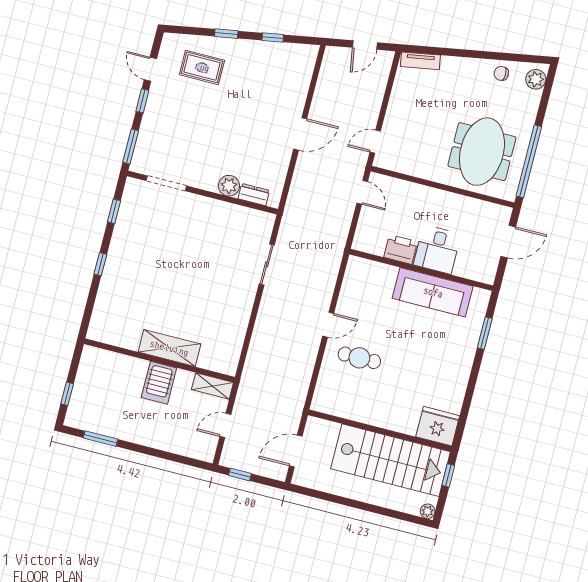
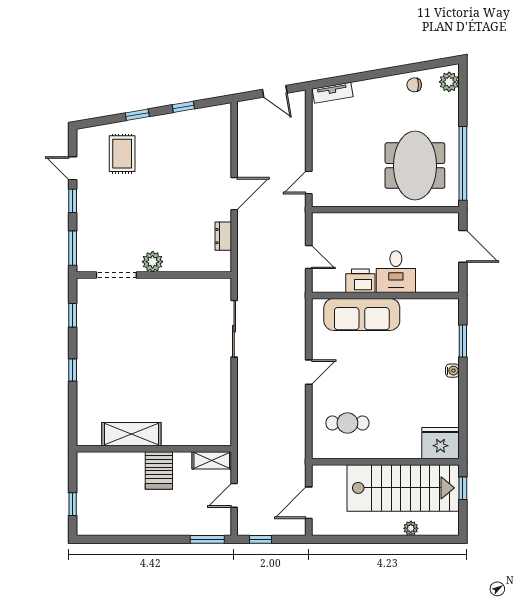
door: (365, 45) -> (275, 91), hinge flipped
rug: (202, 67) -> (122, 154), turned 90
plant: (229, 186) -> (153, 262), moved
door: (362, 192) -> (309, 257), moved
dresser: (254, 195) -> (223, 236), moved, turned -90
door: (508, 242) -> (463, 246), hinge flipped
sliding door: (267, 264) -> (234, 329), width x1.37
sofa: (433, 292) -> (362, 314), moved
shelving: (169, 348) -> (131, 434), moved
cafe table: (359, 358) -> (347, 423), moved
water cooler: (467, 359) -> (452, 371), added
window: (101, 439) -> (207, 539), moved
plant: (428, 511) -> (411, 528), moved

